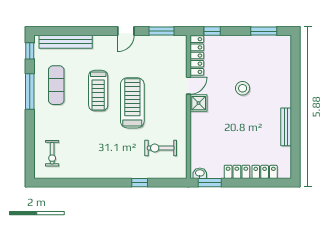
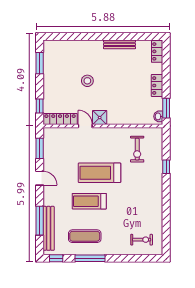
window: (75, 31) -> (40, 221), added
treadmill: (98, 91) -> (89, 201), turned 180
locker: (265, 172) -> (157, 51), moved

